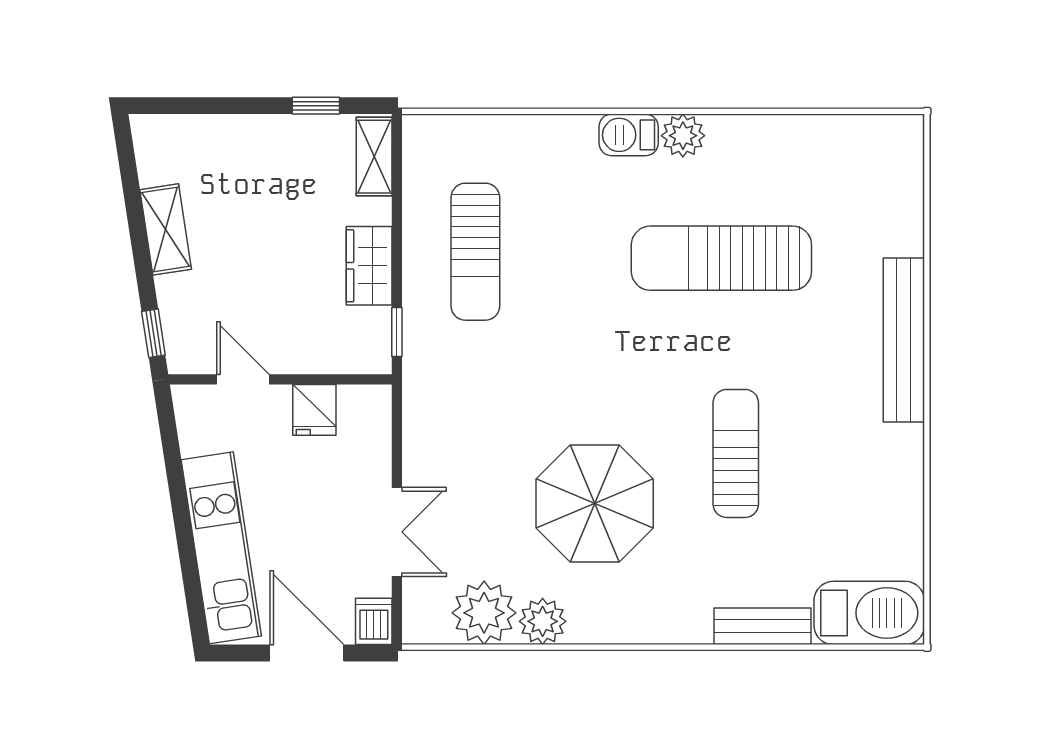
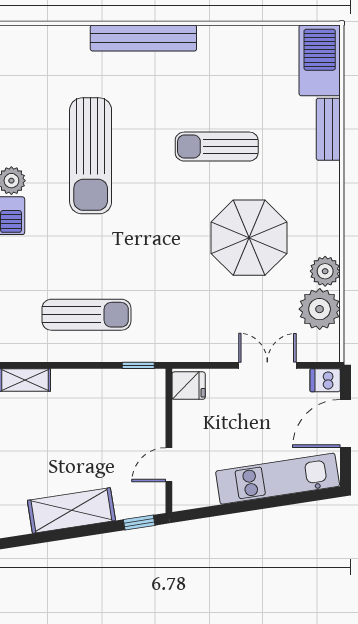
shelving: (166, 229) -> (71, 510), width x1.50, depth x1.33
wardrobe: (369, 266) -> (96, 383), removed
fridge: (314, 410) -> (189, 386), moved

